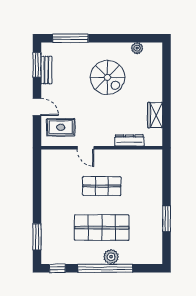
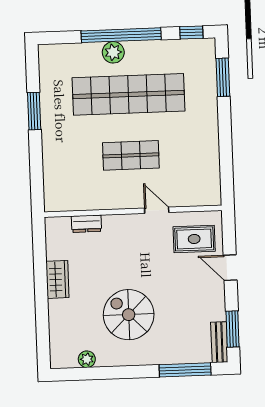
bench: (46, 70) -> (219, 342), moved
wardrobe: (155, 115) -> (57, 279), moved
dresser: (129, 141) -> (86, 224), width x0.70
shop shelf: (102, 228) -> (128, 94), width x1.40

